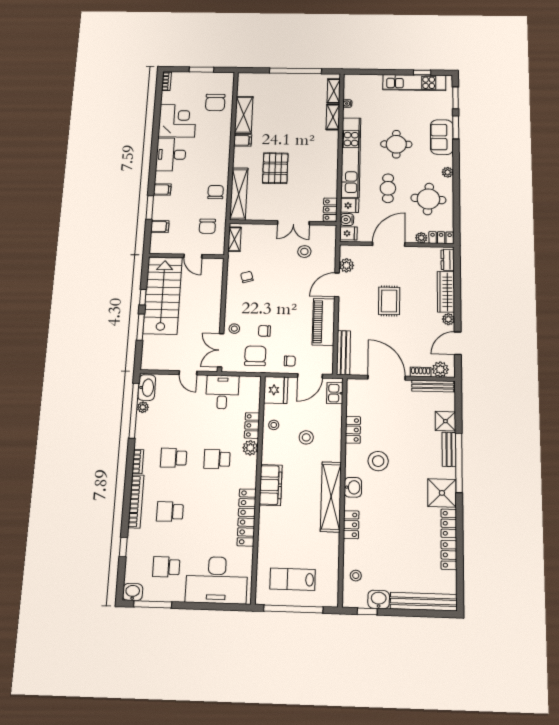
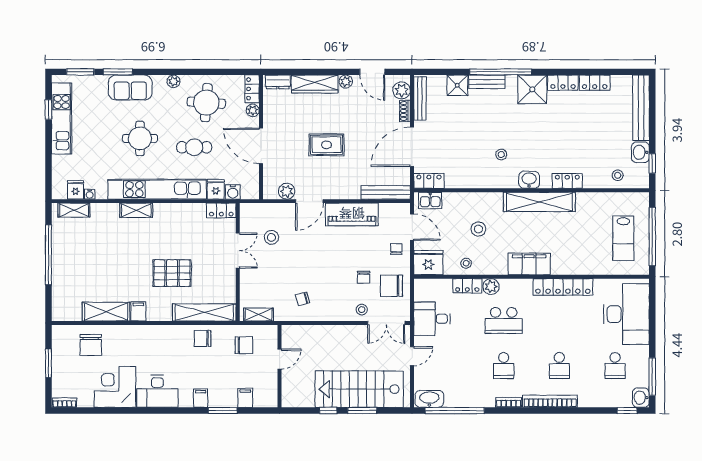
chair: (215, 102) -> (91, 345), turned 90
shelving: (333, 117) -> (136, 210), moved
fridge: (348, 233) -> (76, 190), moved
door: (337, 285) -> (309, 201), hinge flipped
stairs: (163, 296) -> (359, 389), moved
plant: (143, 407) -> (451, 401), removed
locker: (353, 430) -> (429, 181), moved
school desk: (217, 459) -> (504, 320), width x1.85
stool: (378, 461) -> (501, 154), width x0.53, depth x0.53
window: (123, 547) -> (627, 411), moved

